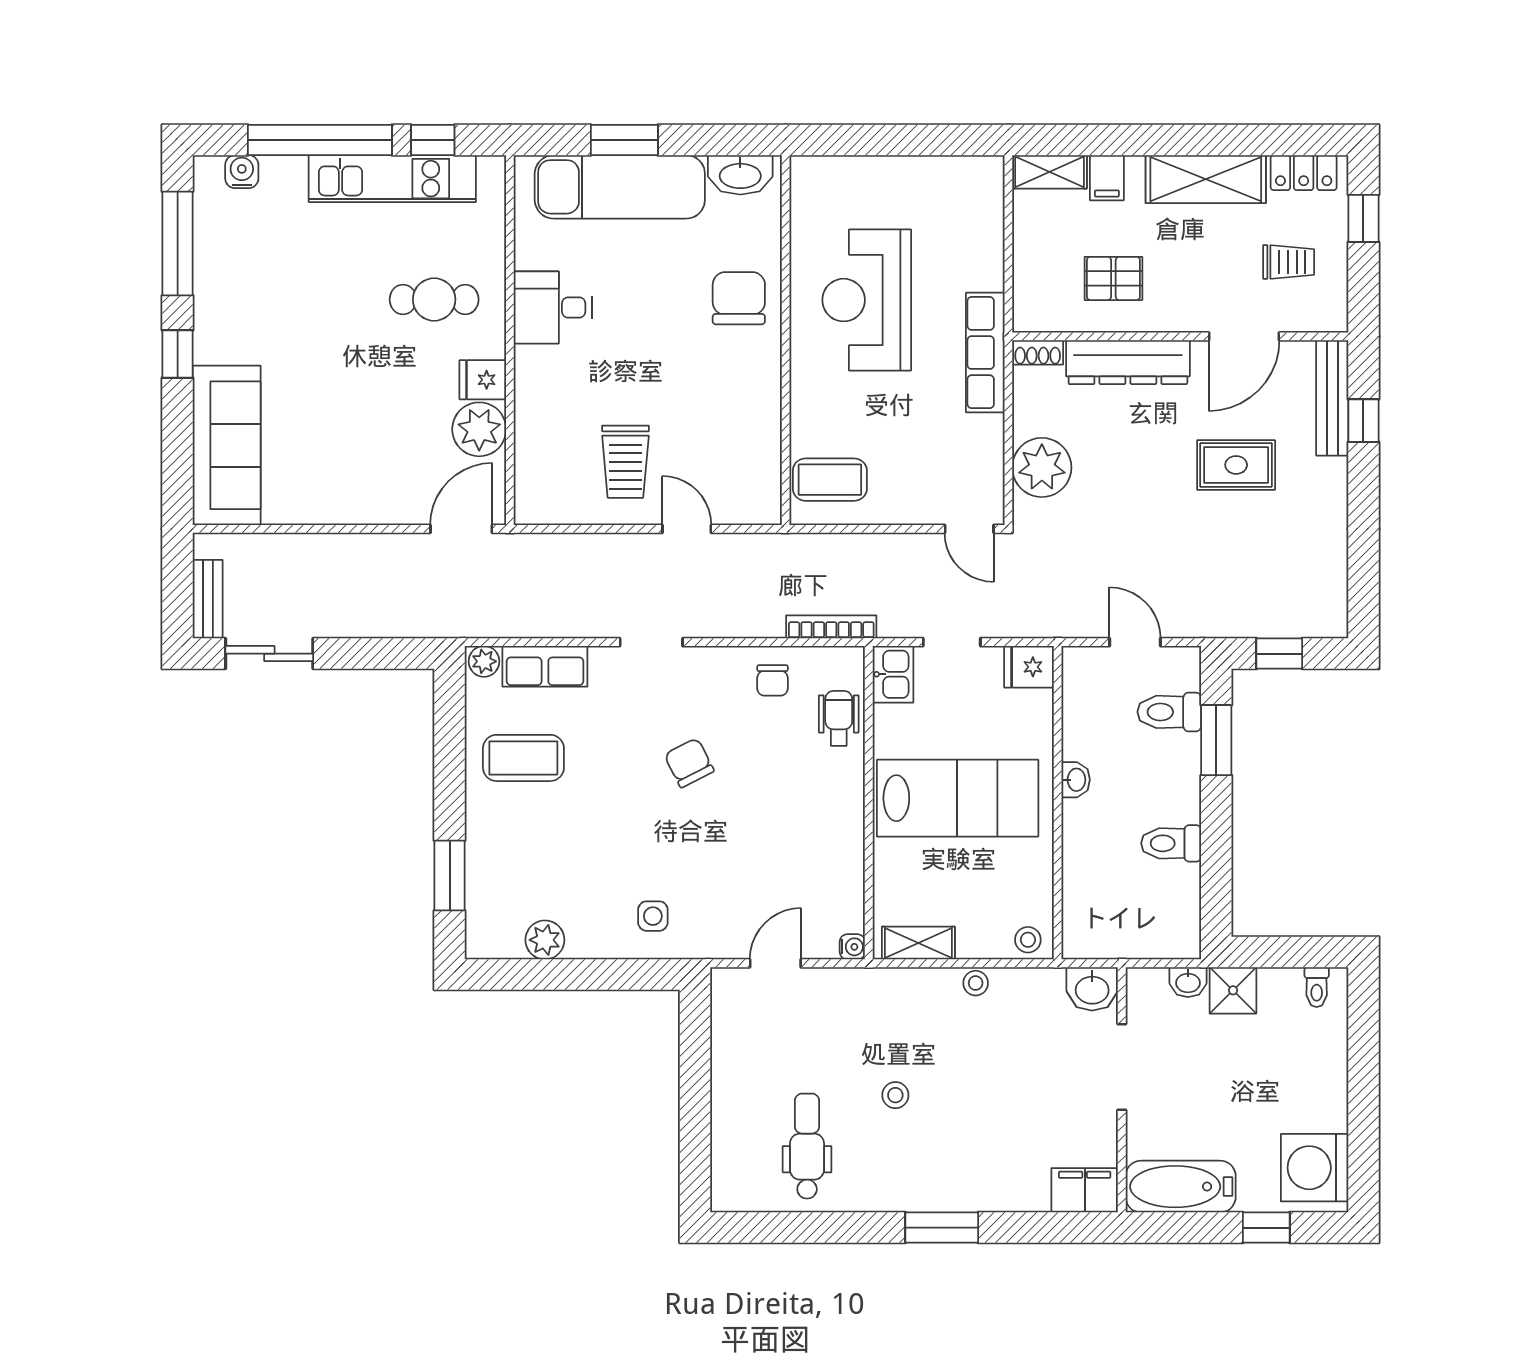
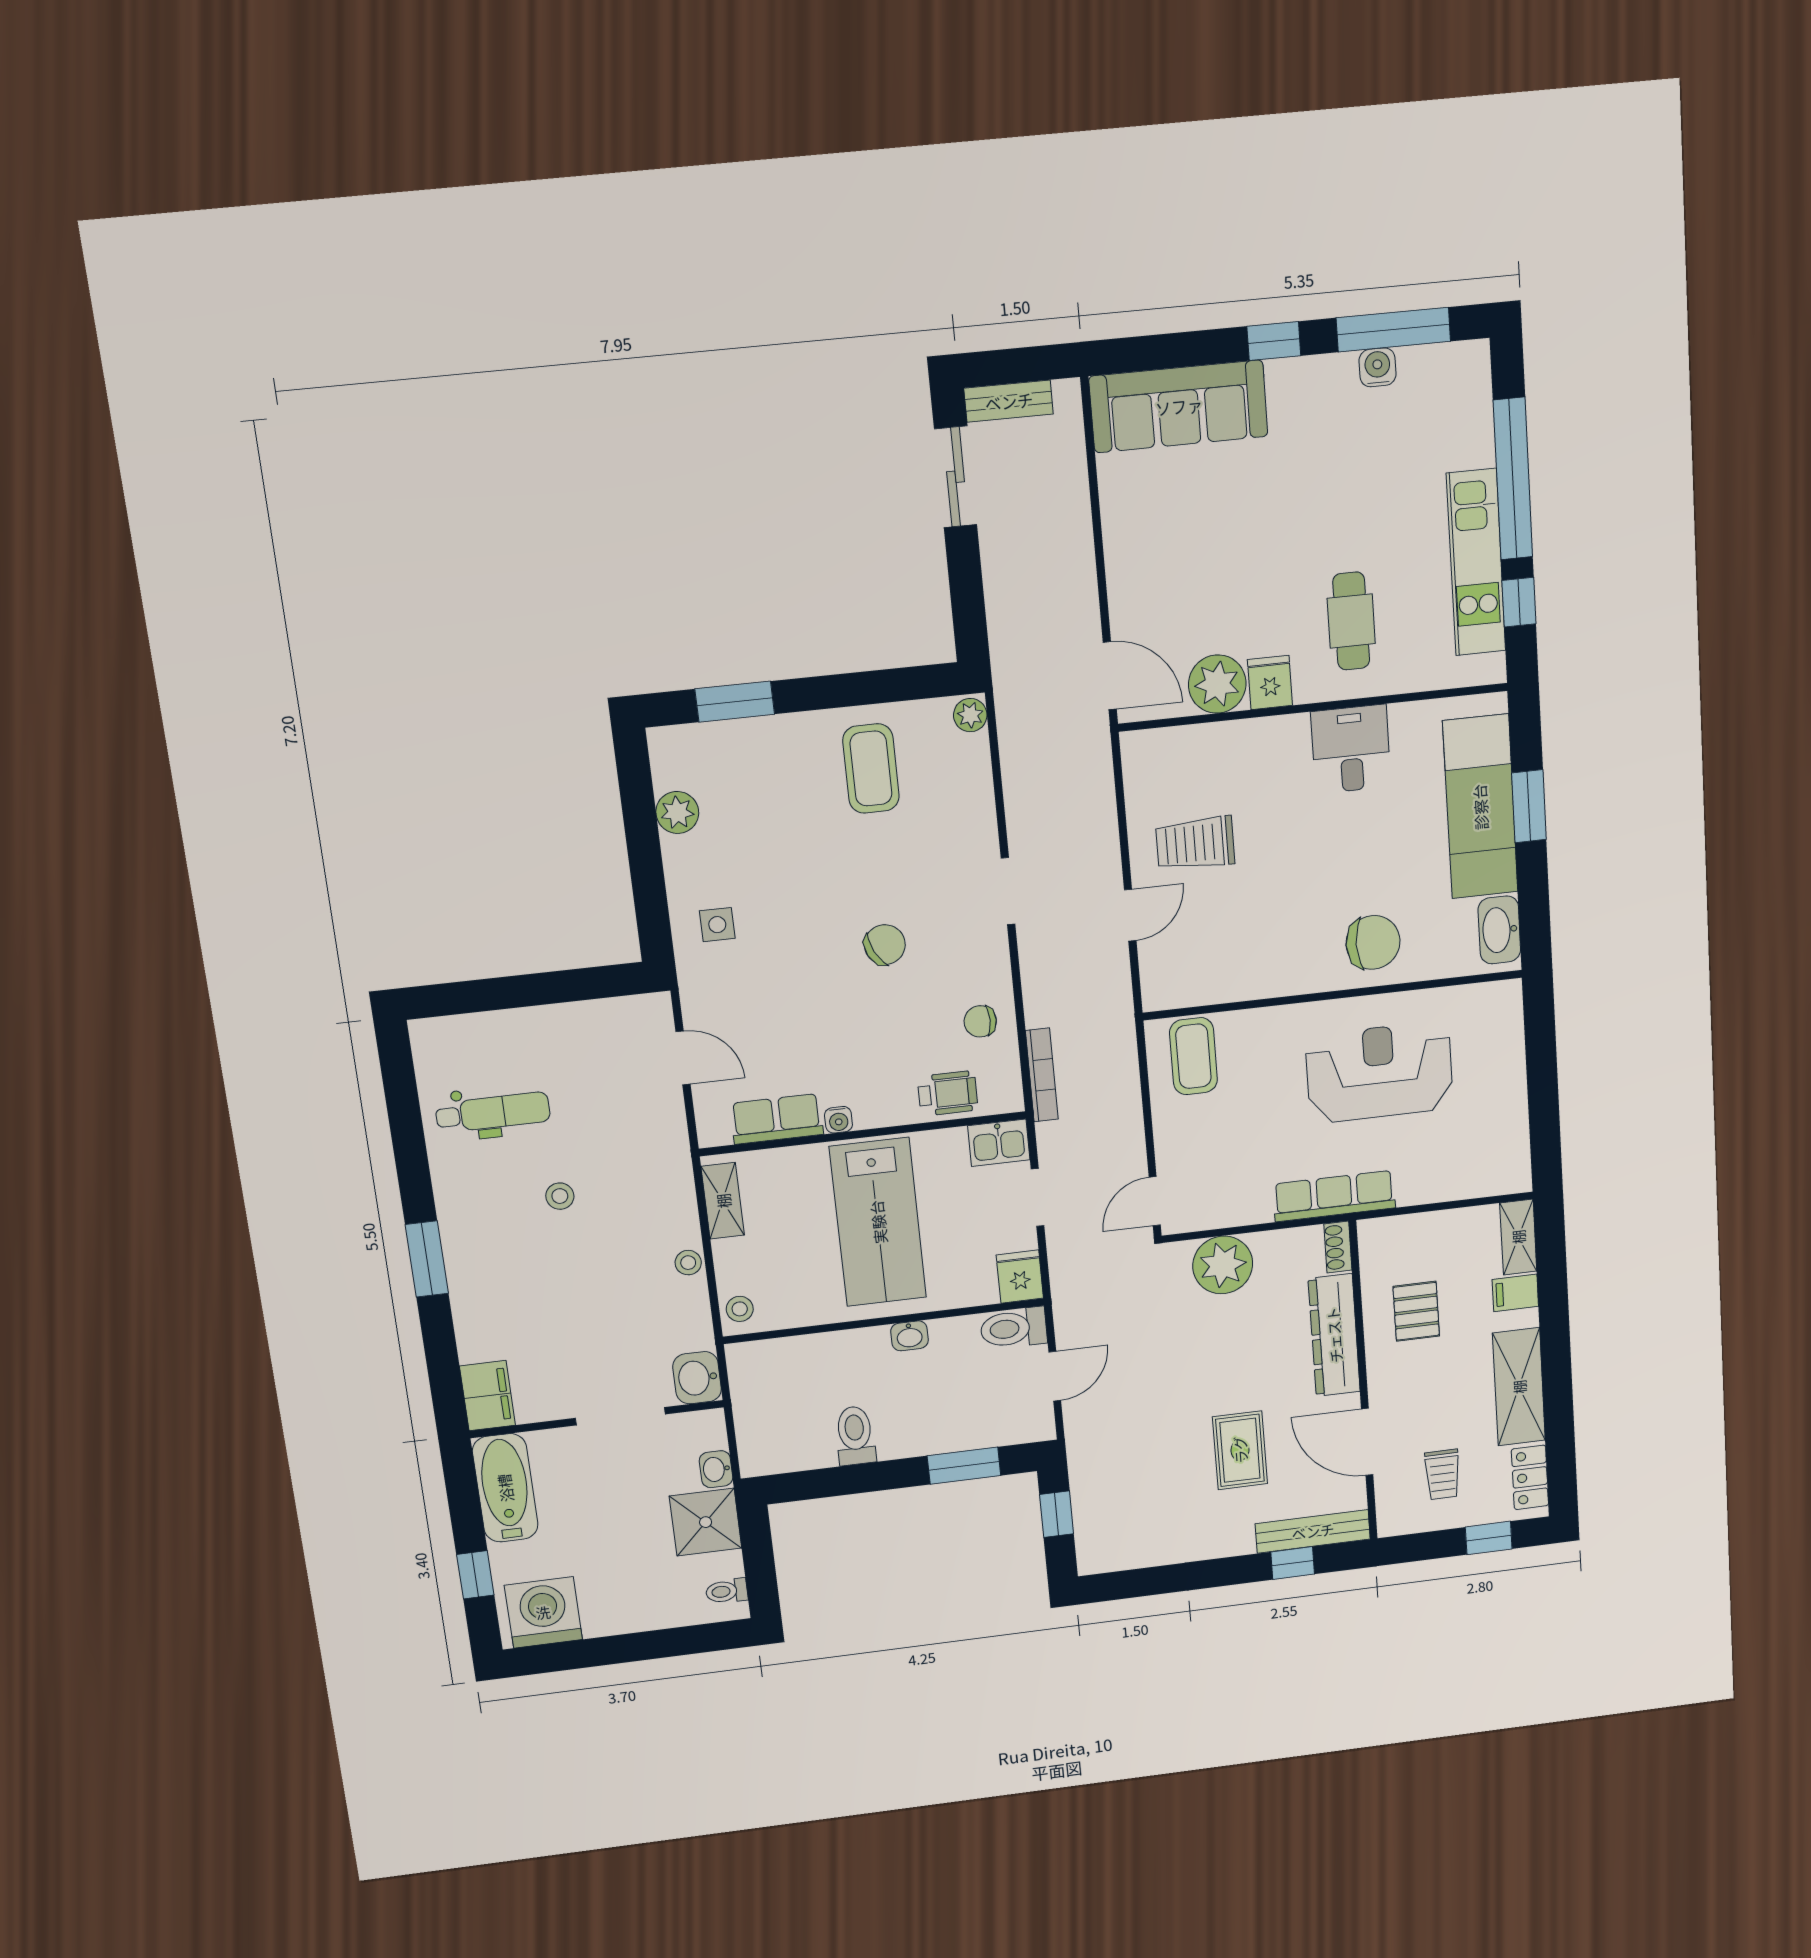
water cooler: (242, 172) -> (1378, 367), moved, turned -90
row of seats: (545, 666) -> (777, 1119), moved, turned 90
toilet: (1169, 712) -> (1014, 1328), moved, turned -90
water cooler: (852, 947) -> (838, 1120), moved
shower: (1233, 990) -> (706, 1522), width x1.36, depth x1.36

